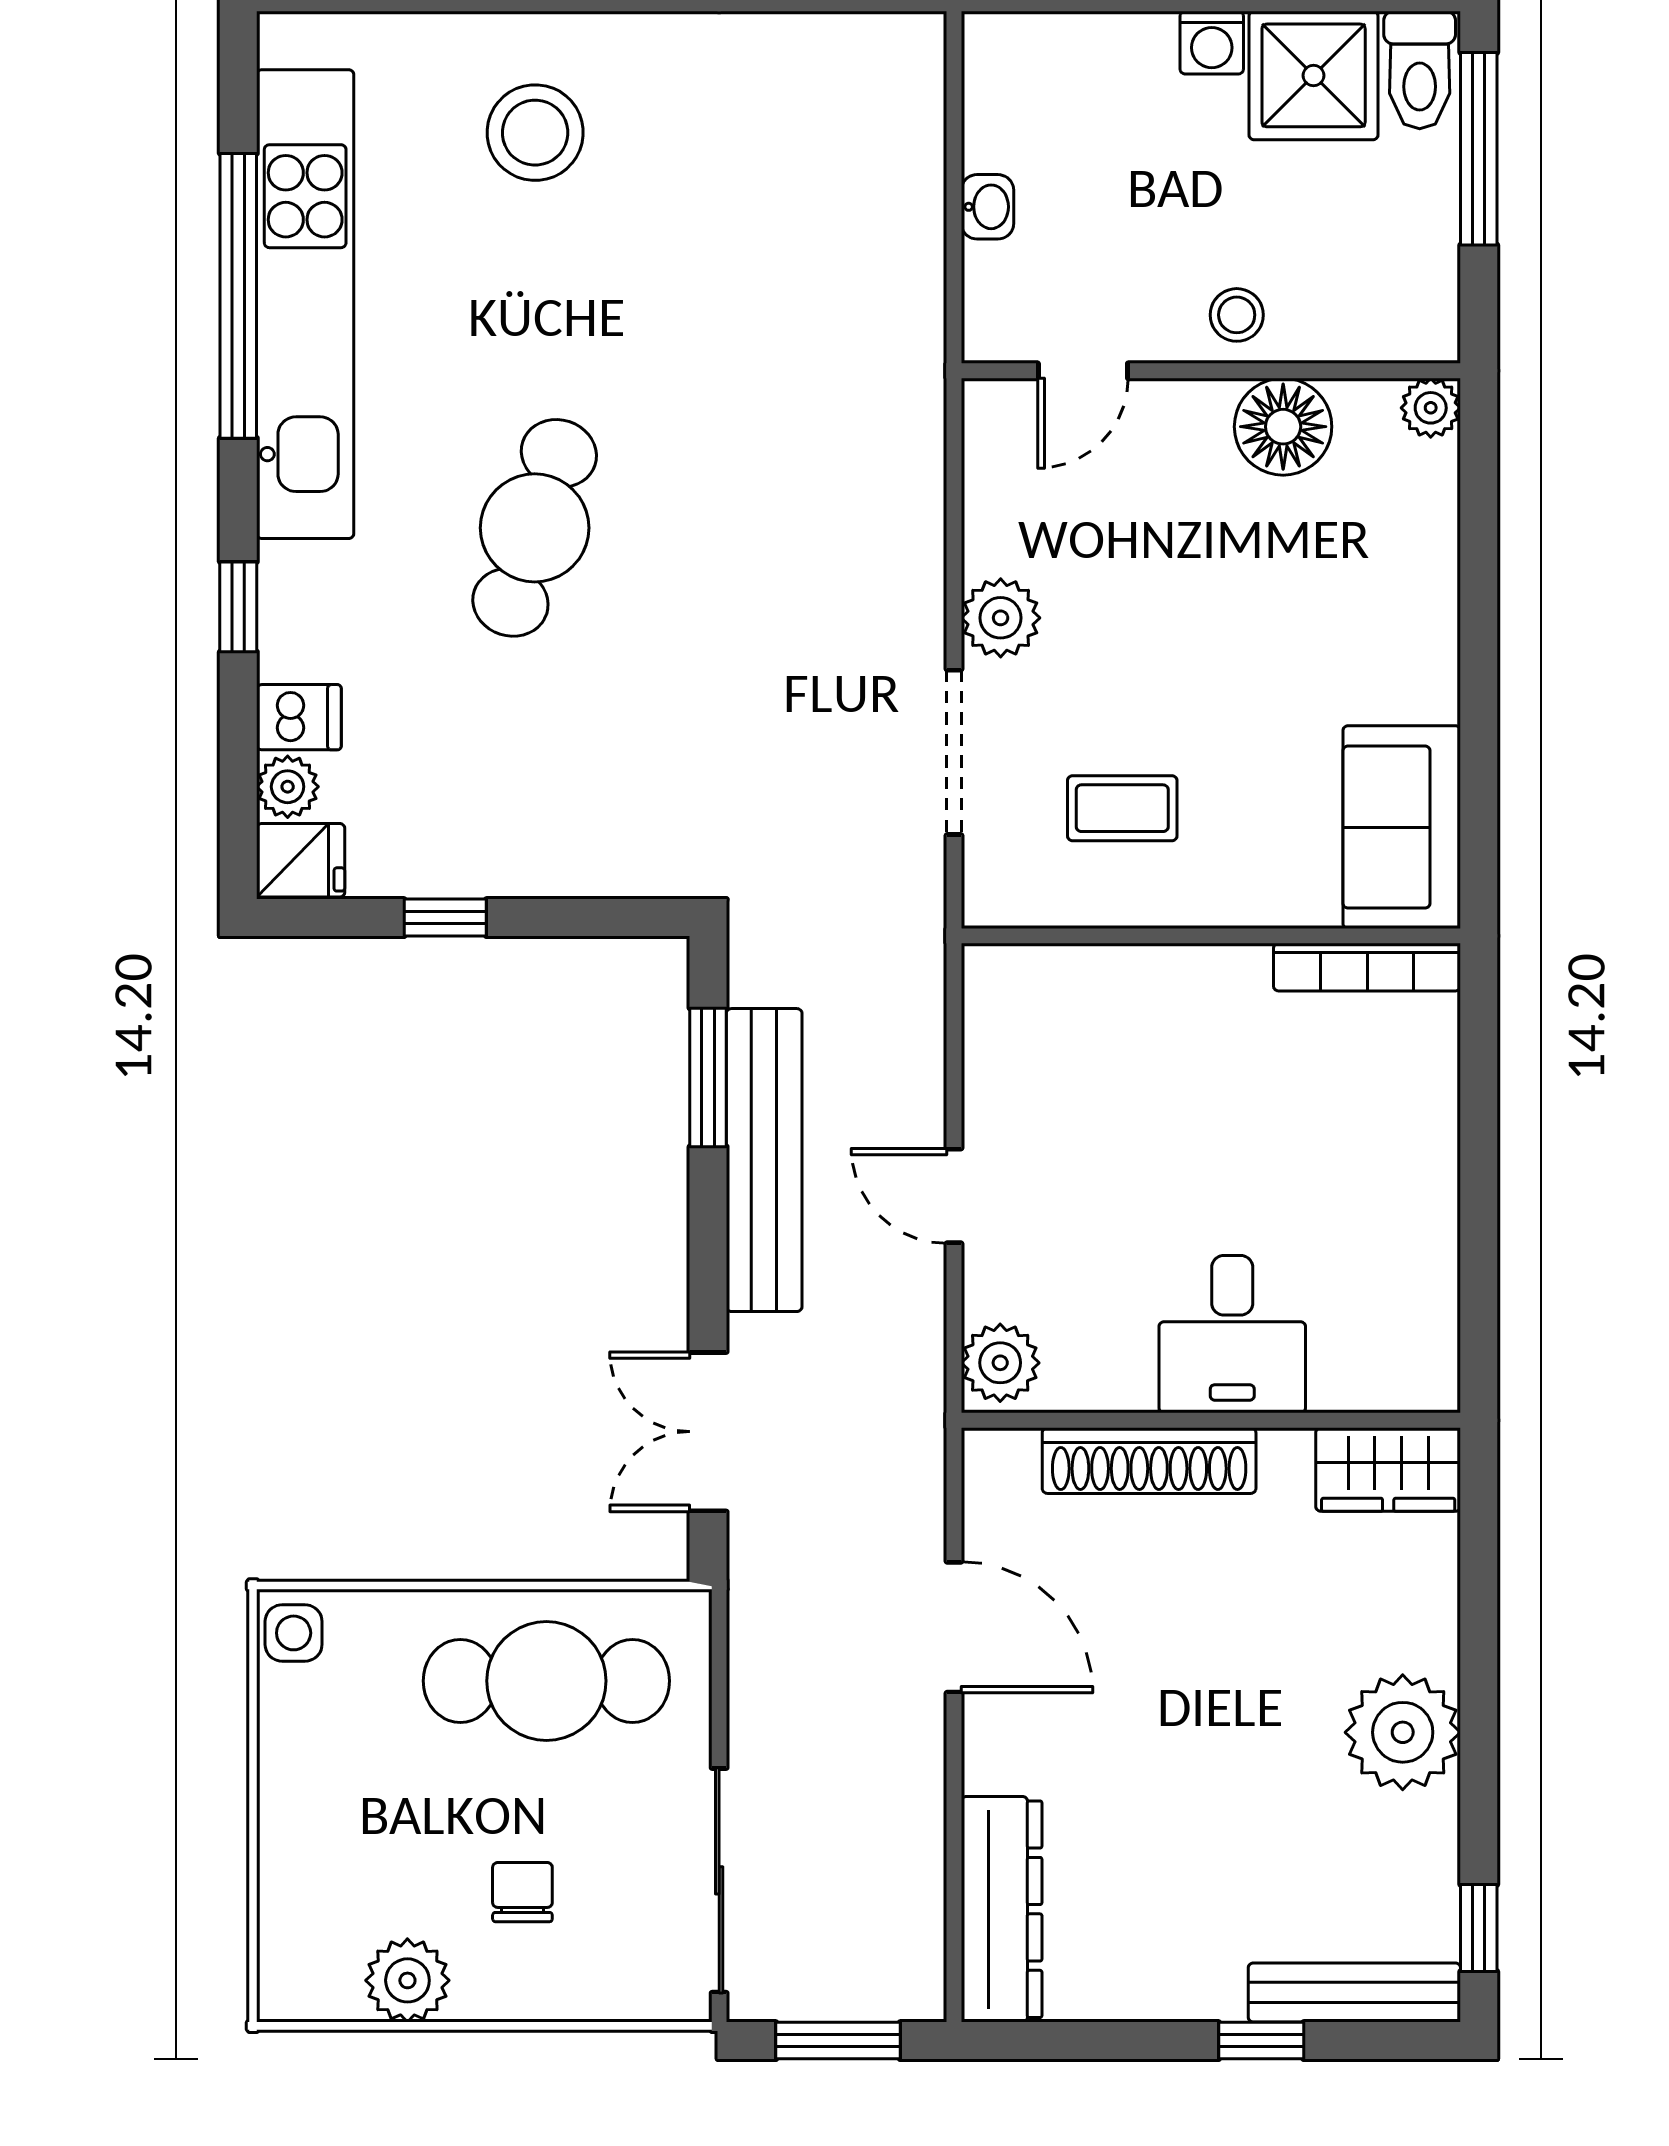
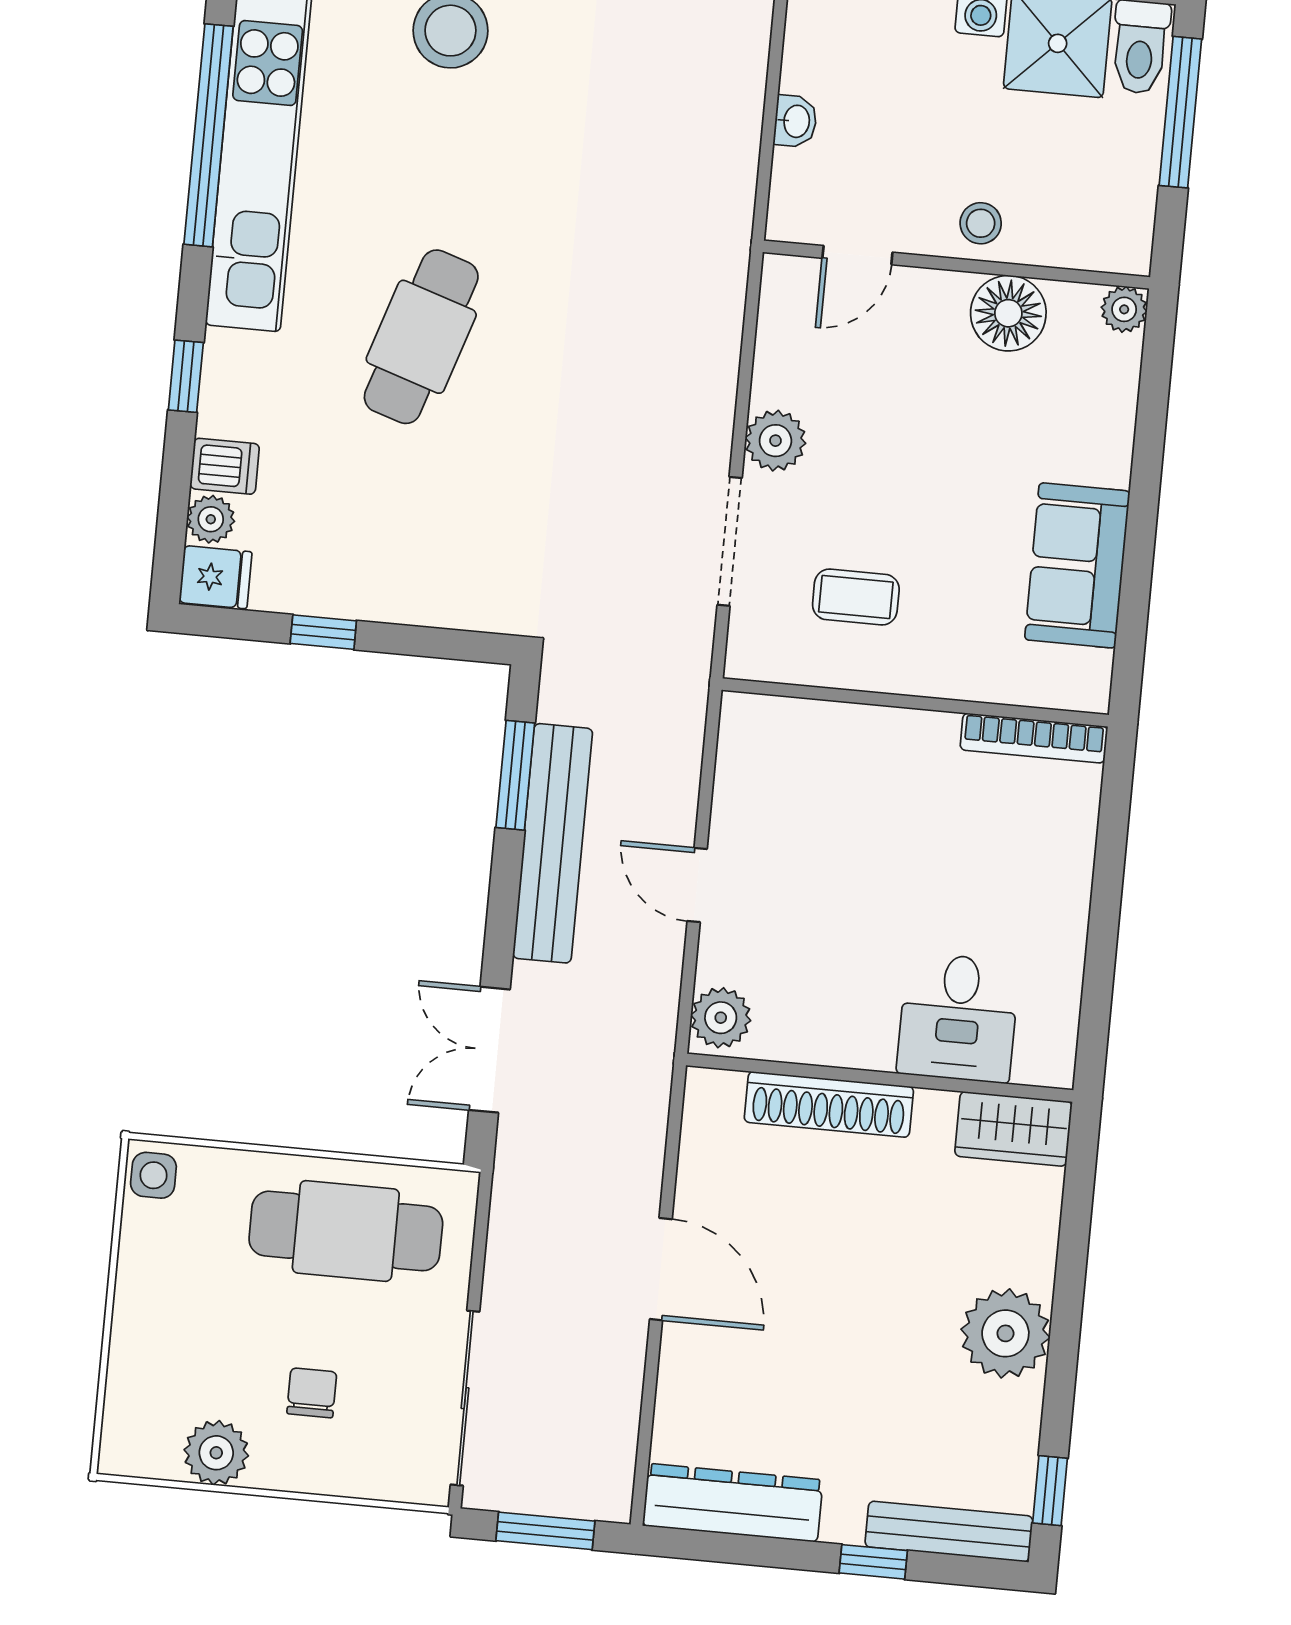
sofa: (1402, 827) -> (1077, 565), moved
desk: (1232, 1334) -> (958, 1018), moved
door: (954, 1627) -> (661, 1269), moved
dresser: (1002, 1909) -> (733, 1503), moved, turned -90

